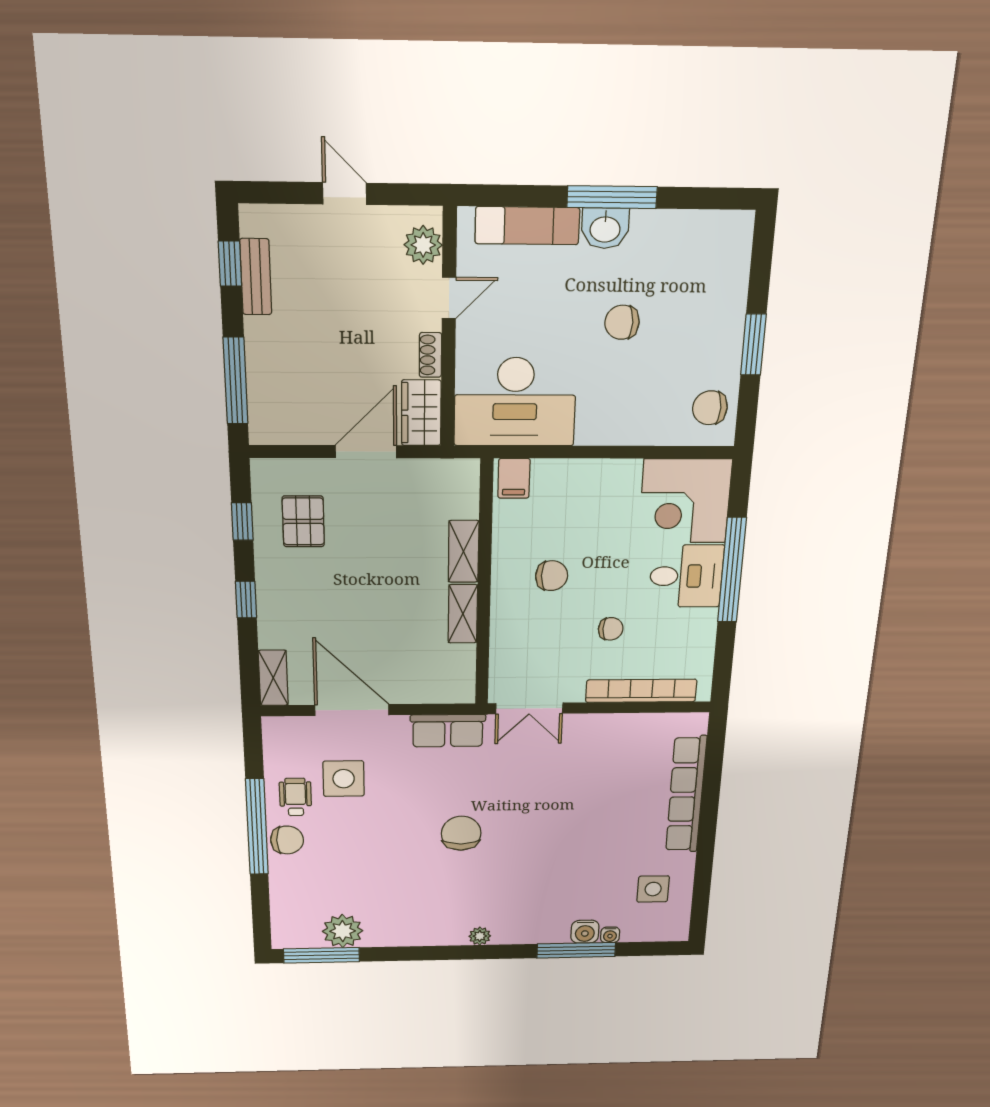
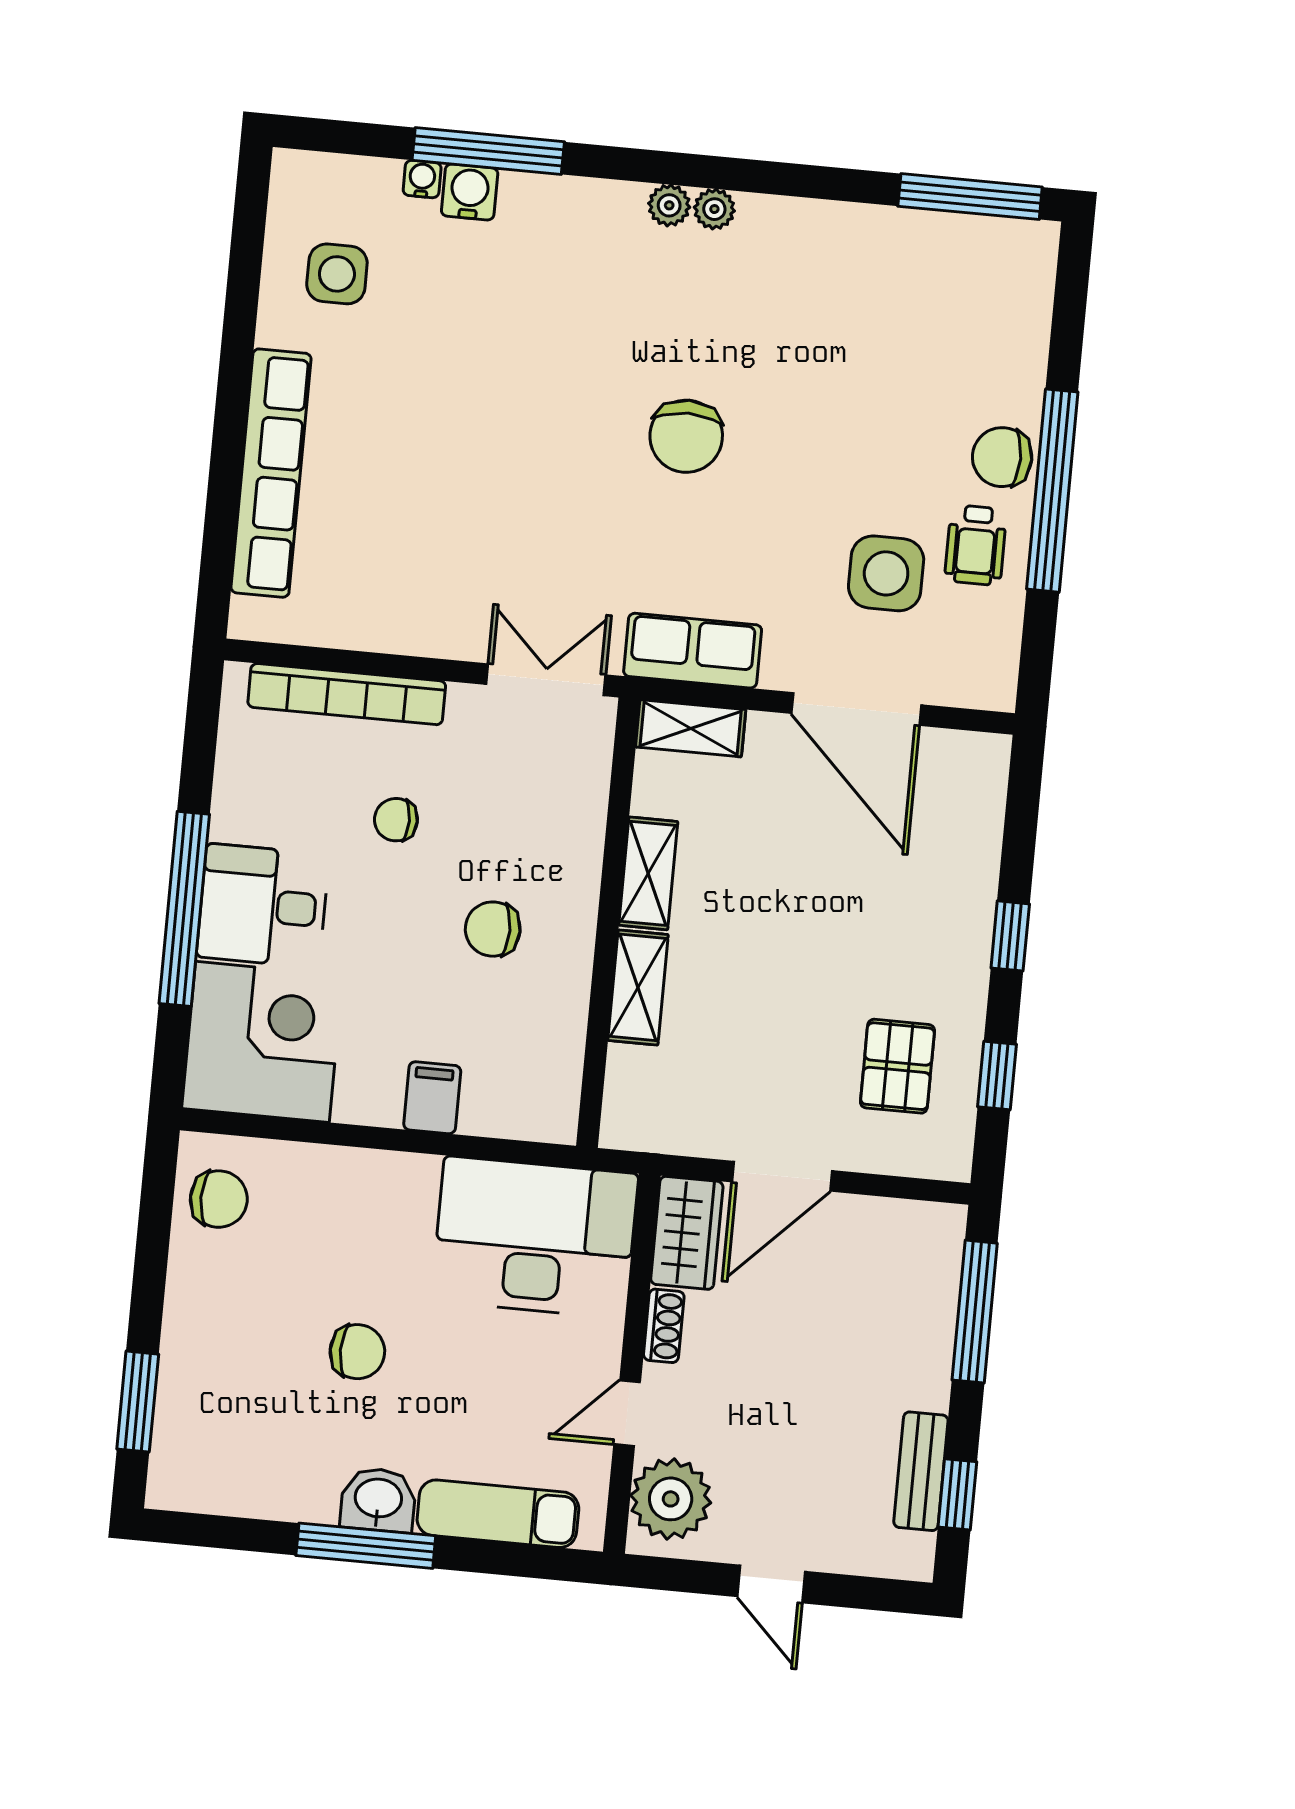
plant: (423, 245) -> (671, 1499), width x1.36, depth x1.36
window: (753, 345) -> (138, 1402), moved
filing cabinet: (514, 478) -> (432, 1098), moved
shelving: (273, 678) -> (691, 728), moved, turned 90
plant: (343, 931) -> (714, 209), moved, width x0.53, depth x0.53

